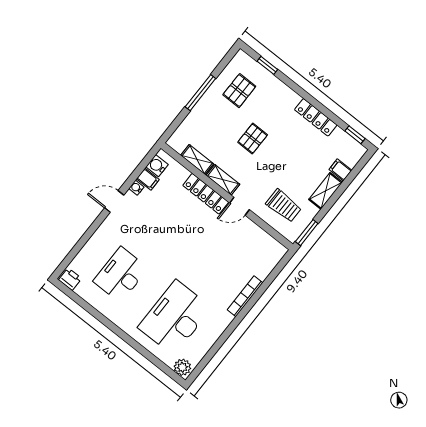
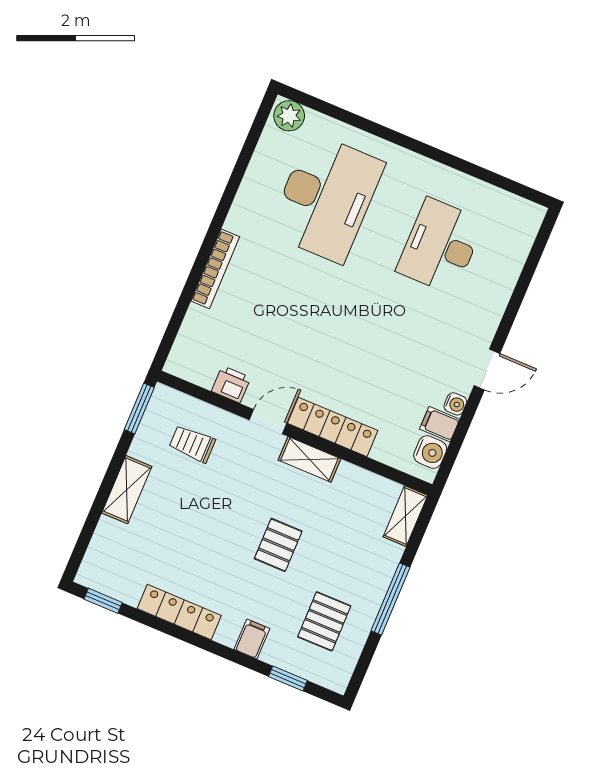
shelving: (197, 160) -> (405, 516), moved, turned 90
filing cabinet: (340, 170) -> (252, 639), moved, turned -90
trolley: (284, 206) -> (192, 444), width x0.73, depth x0.72
desk: (121, 275) -> (440, 246), turned 180
printer: (70, 279) -> (231, 384), moved, turned 180

